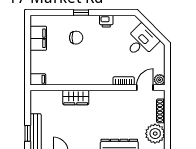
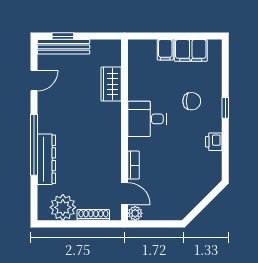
chair: (76, 38) -> (192, 101), turned -90
desk: (141, 41) -> (147, 119), moved, turned 135
filing cabinet: (38, 79) -> (165, 50), moved
wardrobe: (76, 98) -> (111, 84), moved

